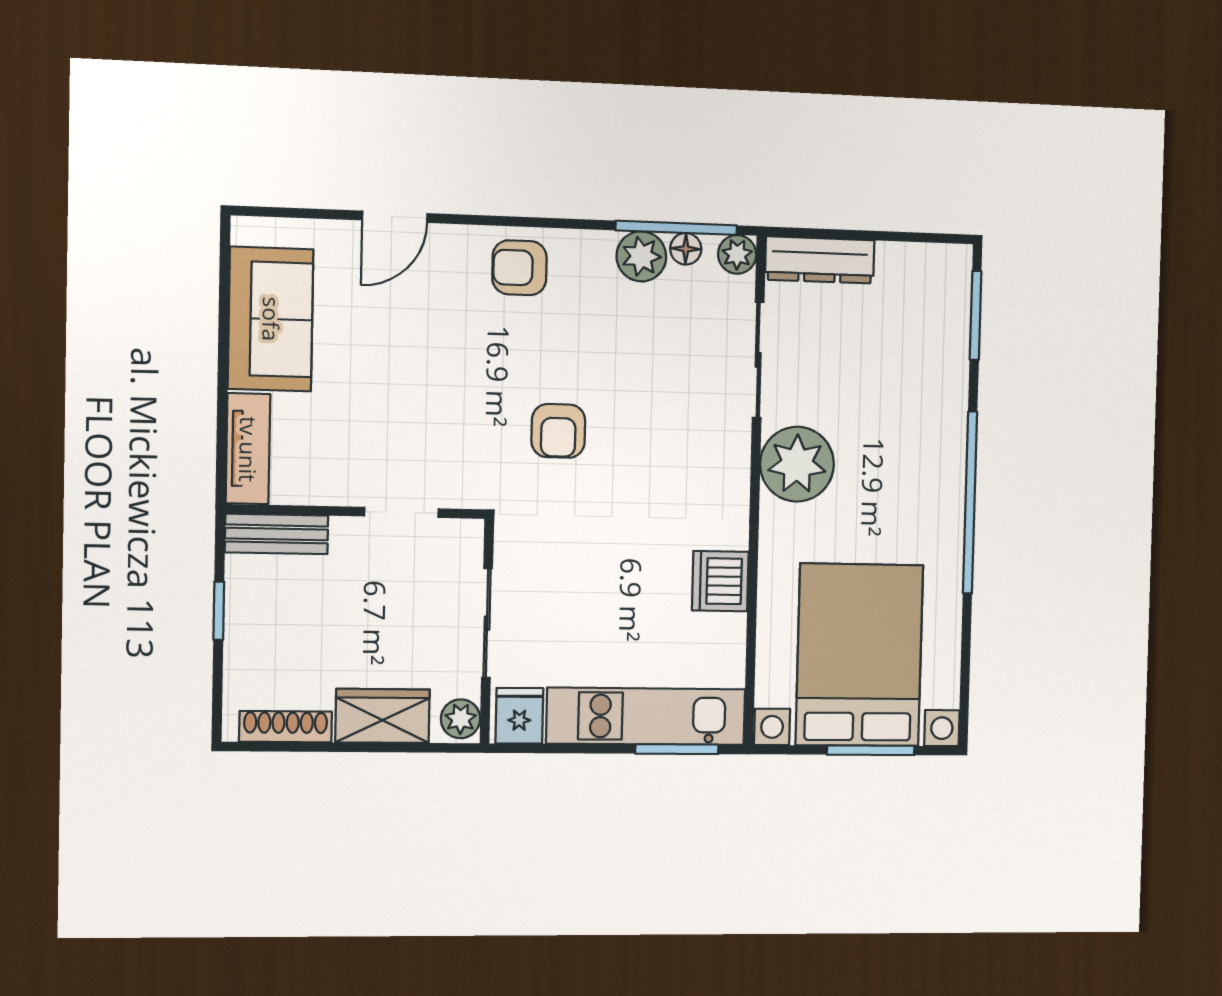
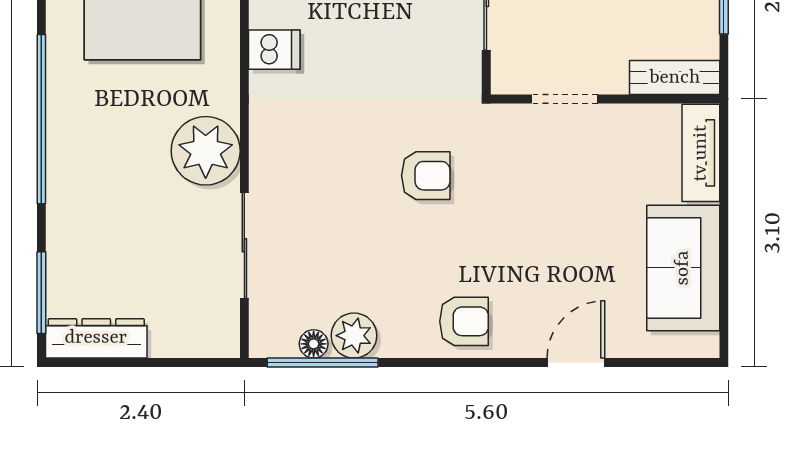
plant: (737, 254) -> (266, 341), removed
dresser: (820, 260) -> (96, 338), moved
armchair: (558, 431) -> (426, 176), turned 90
dishwasher: (720, 581) -> (274, 50), width x0.73

